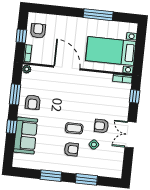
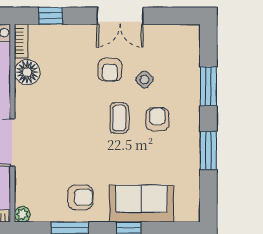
floor lamp: (105, 80) -> (27, 72), added

